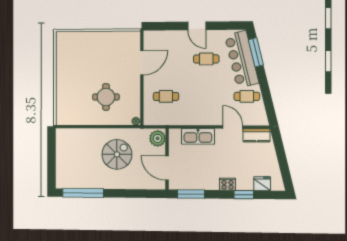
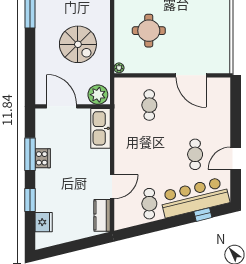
door: (197, 26) -> (236, 158), moved
window: (256, 52) -> (203, 215), width x0.46
kitchen sink: (198, 136) -> (101, 128), moved
door: (167, 168) -> (62, 106), hinge flipped
cooker: (228, 184) -> (43, 158), moved
window: (191, 194) -> (30, 154), moved

